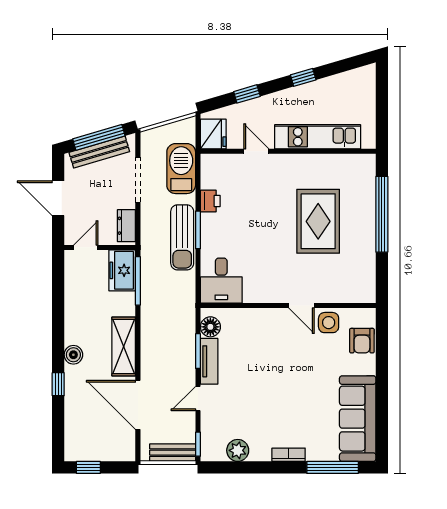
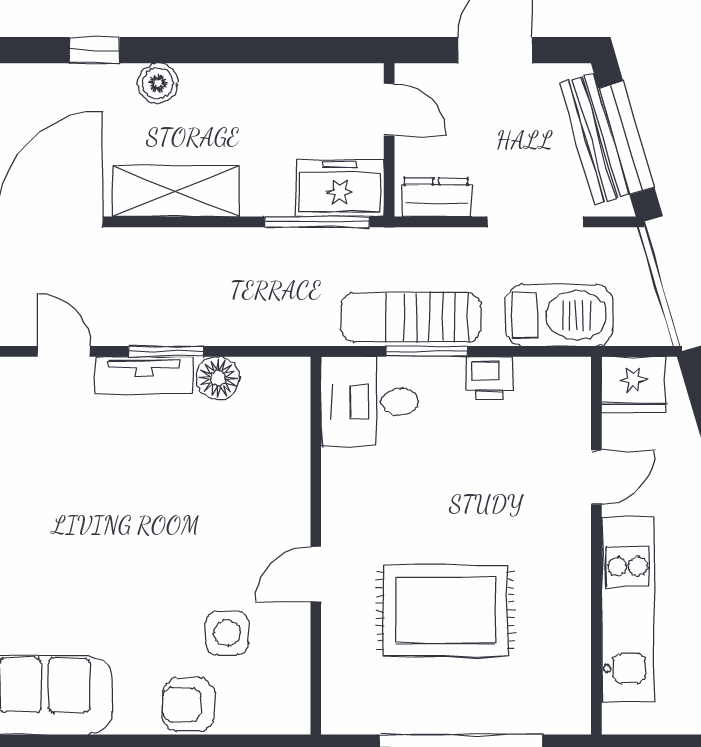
desk: (221, 281) -> (369, 402), moved
wall: (288, 306) -> (316, 546), moved
door: (301, 306) -> (316, 574), moved

